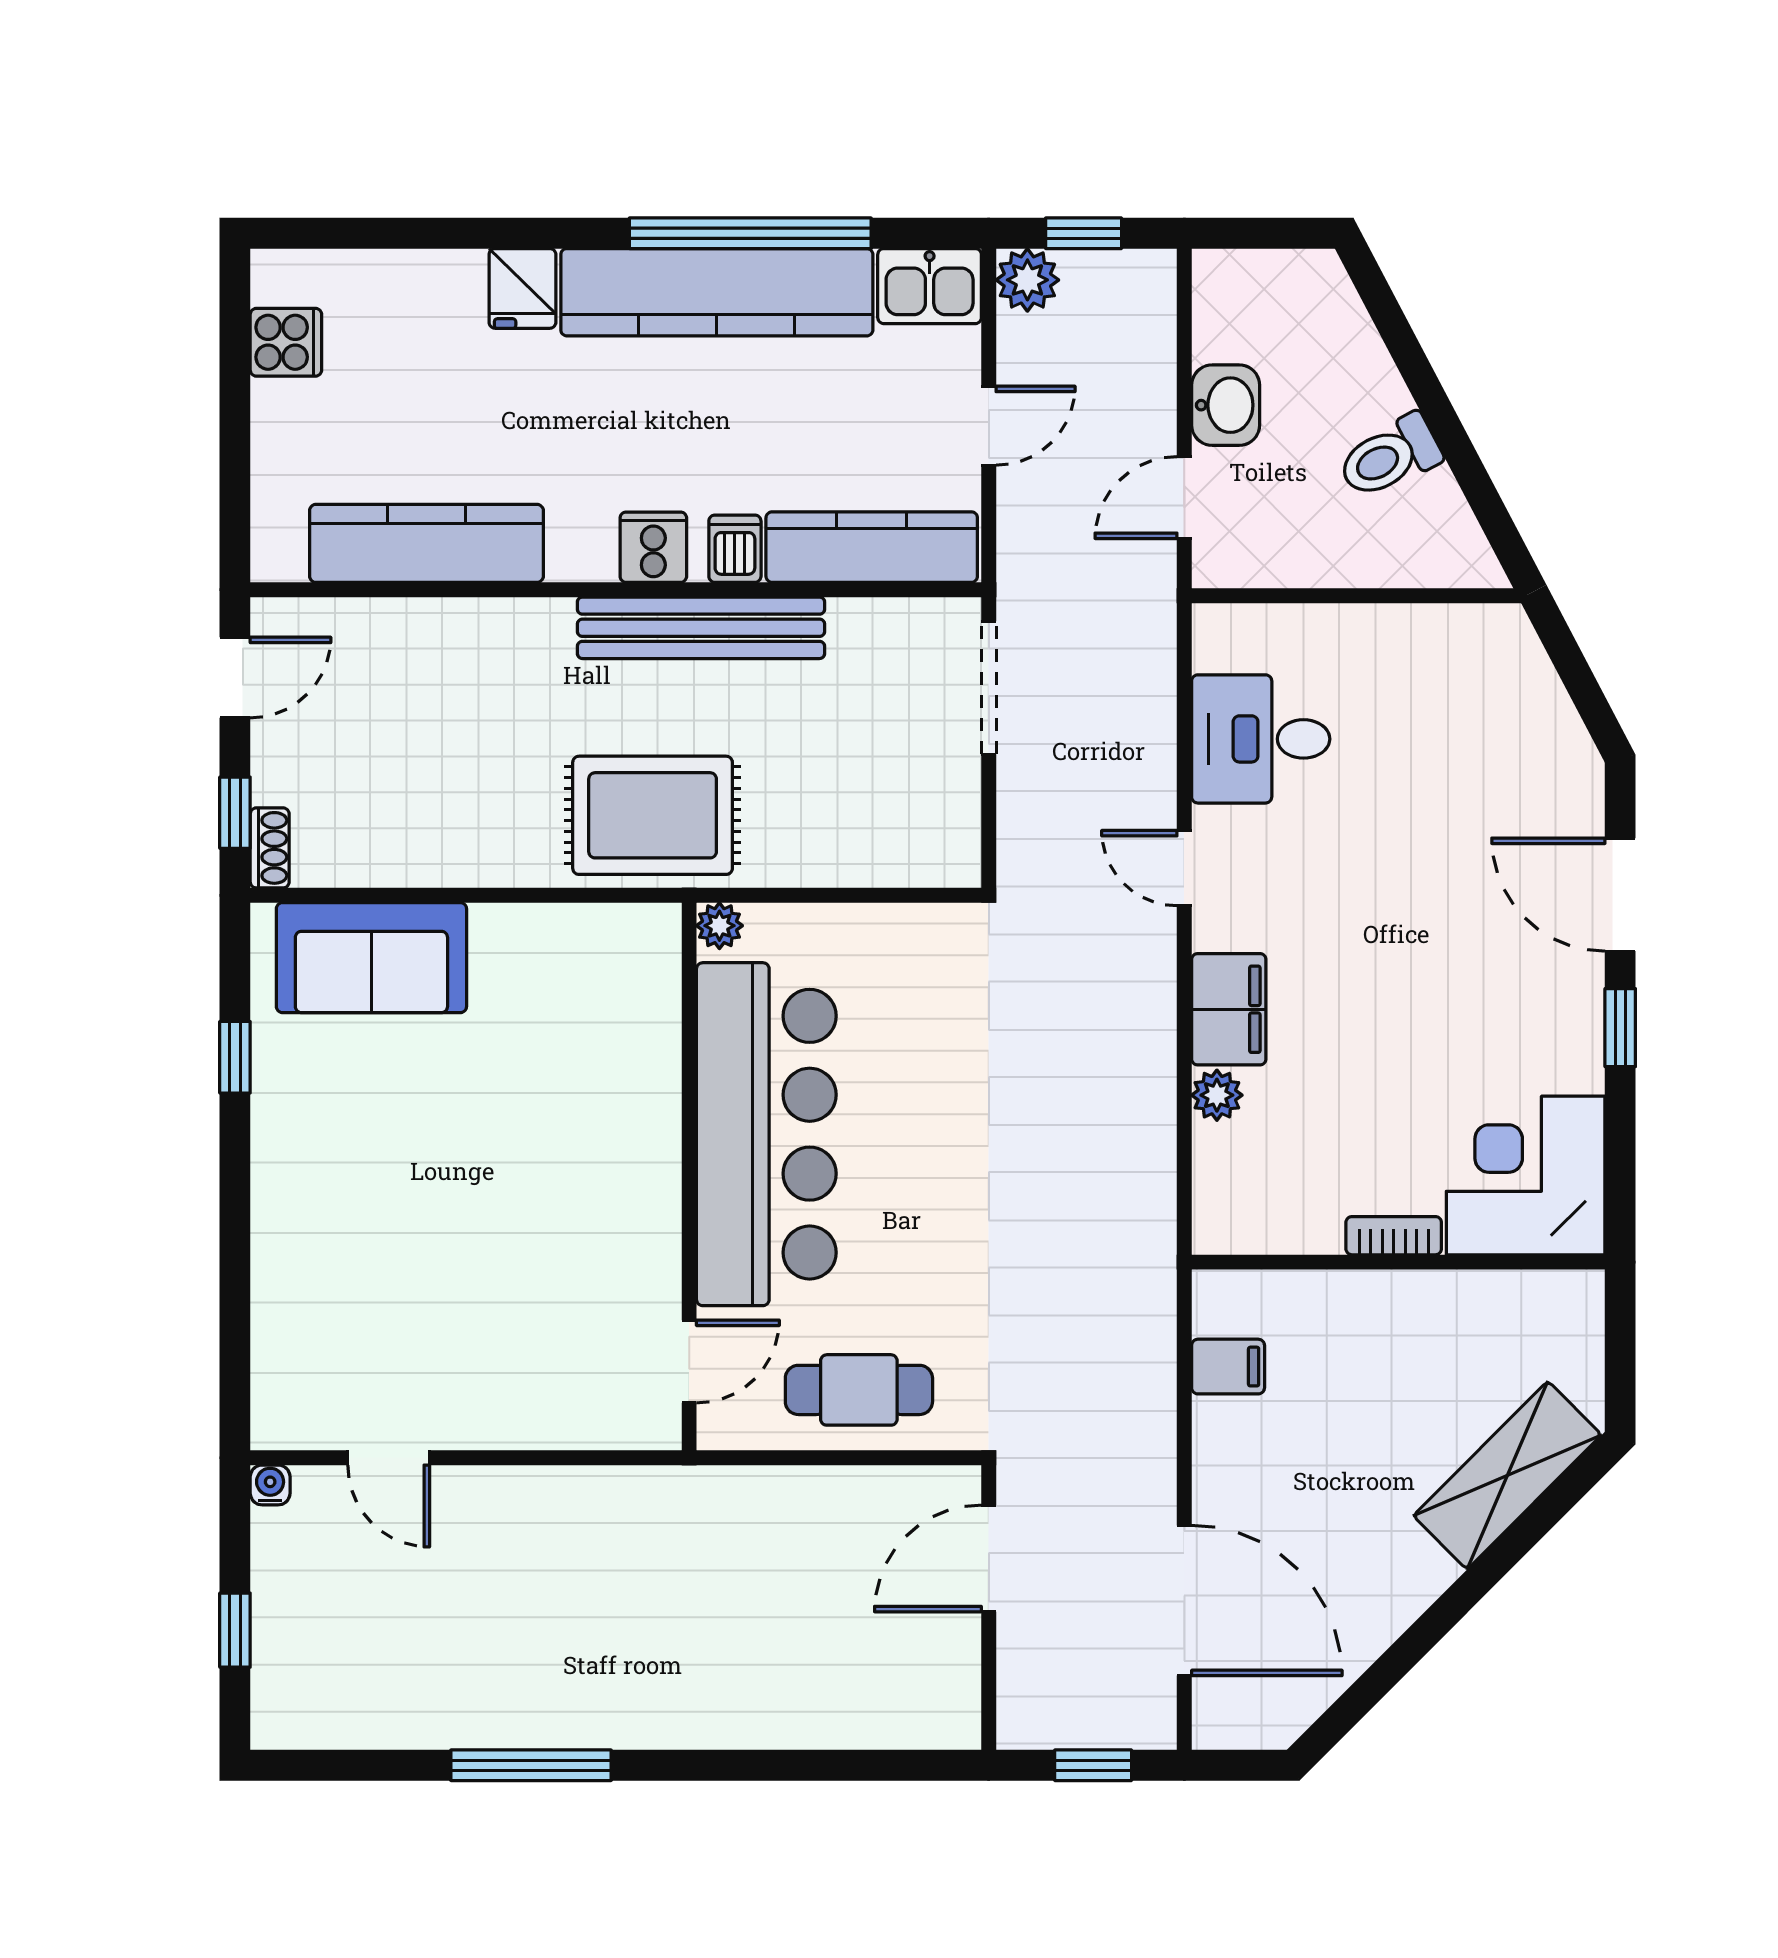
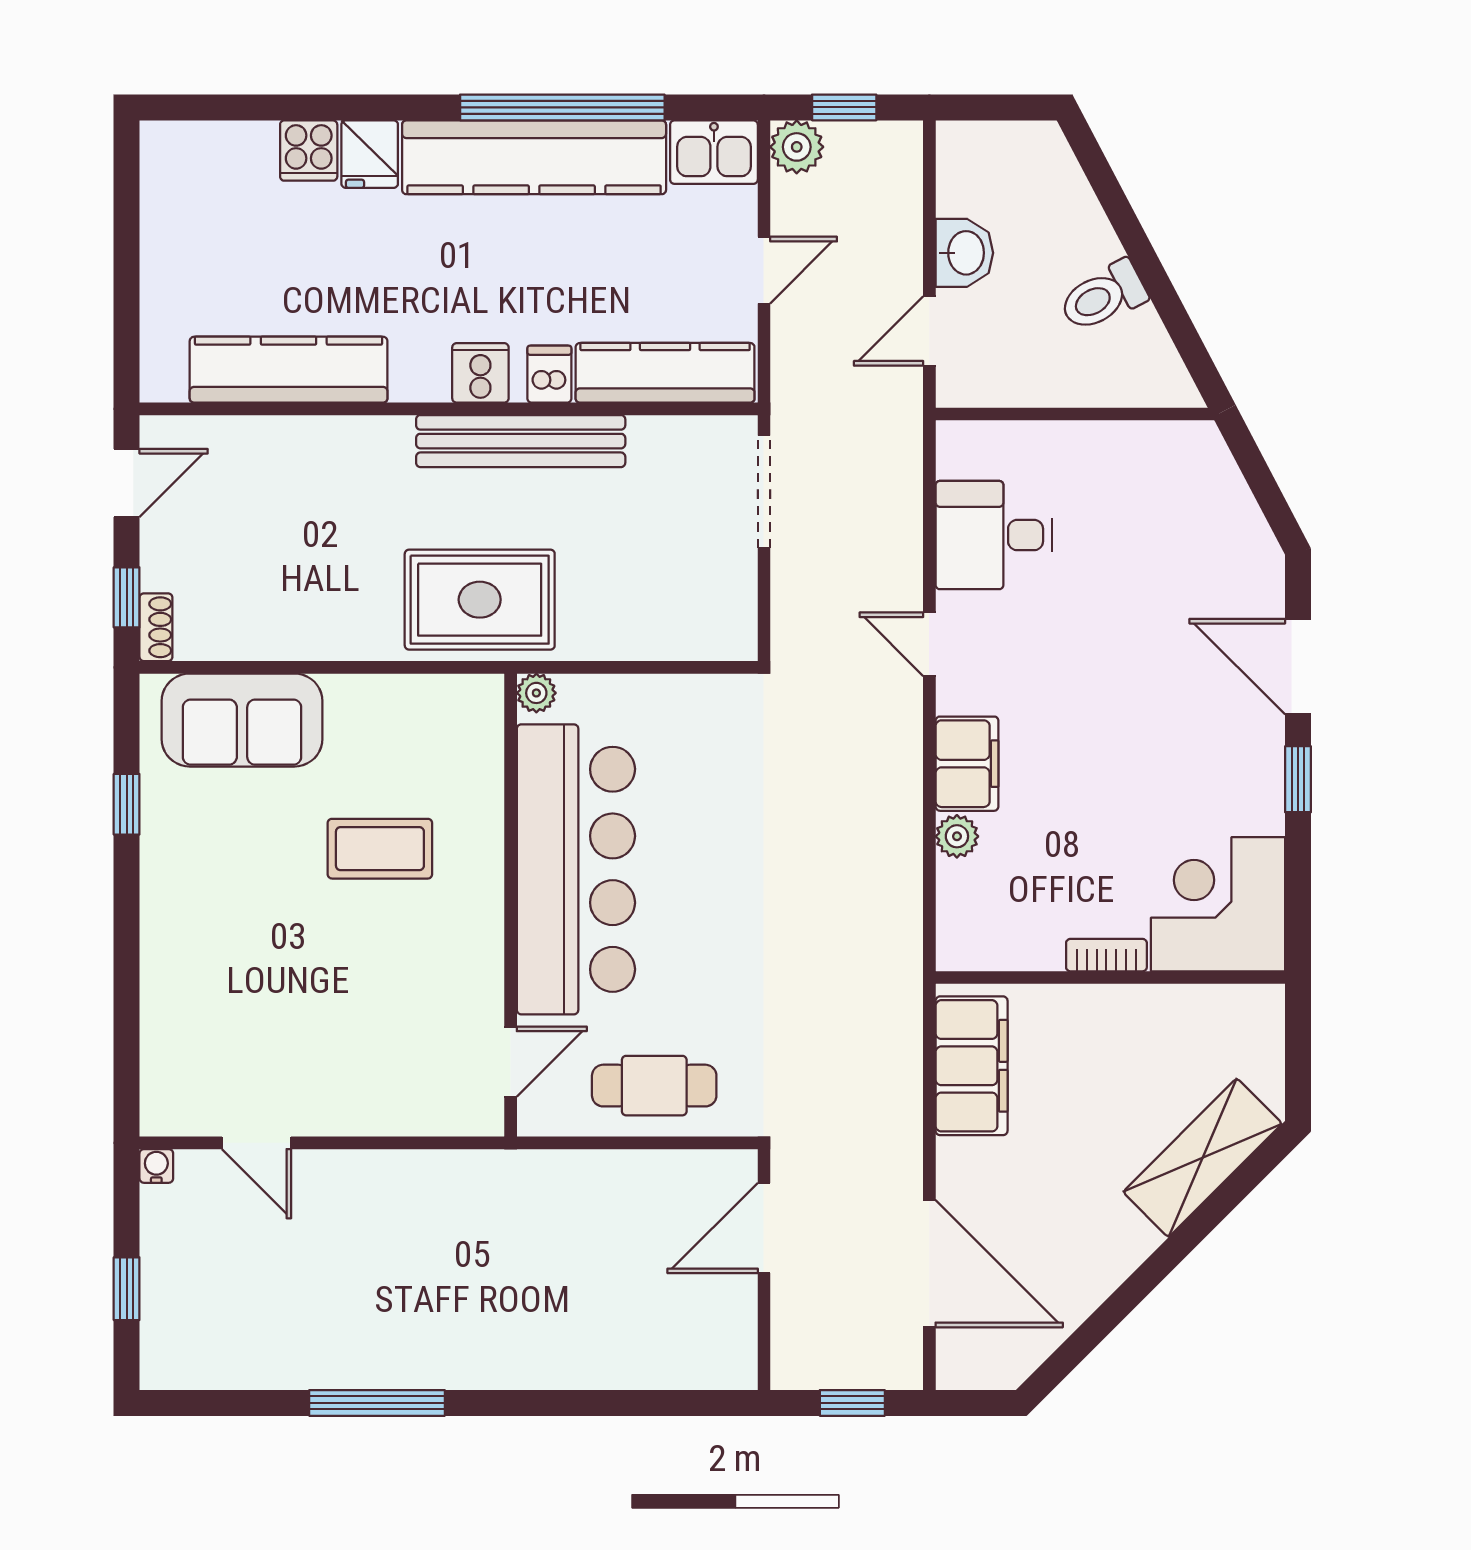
cooker: (286, 342) -> (309, 151), moved, turned 90
coffee table: (535, 1110) -> (380, 849), added
filing cabinet: (1228, 1367) -> (972, 1066), width x3.00, depth x1.17

